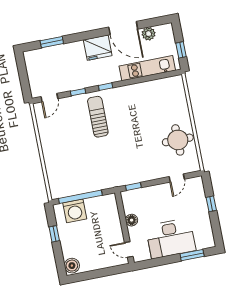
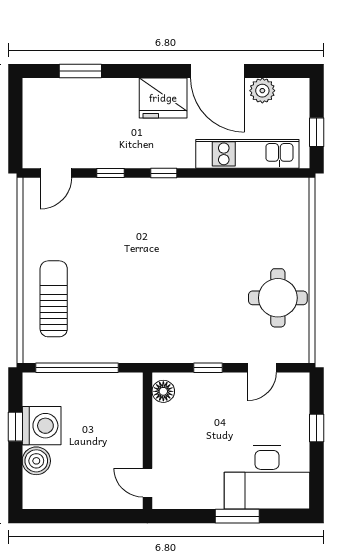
sun lounger: (98, 117) -> (54, 299), moved
window: (133, 186) -> (208, 368), moved
washing machine: (75, 211) -> (42, 426), moved, turned -90
floor lamp: (132, 220) -> (163, 391), moved
desk: (171, 238) -> (267, 477), moved
window: (192, 255) -> (237, 516), moved
boiler: (72, 266) -> (36, 461), moved

